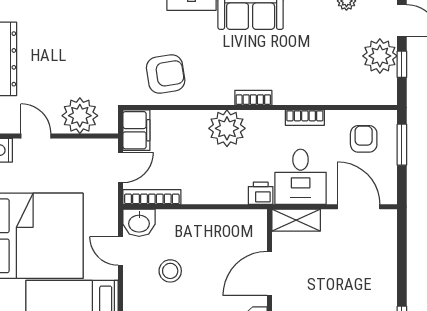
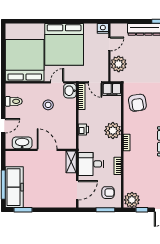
plant: (380, 56) -> (132, 200), moved
printer: (261, 193) -> (83, 129), moved

